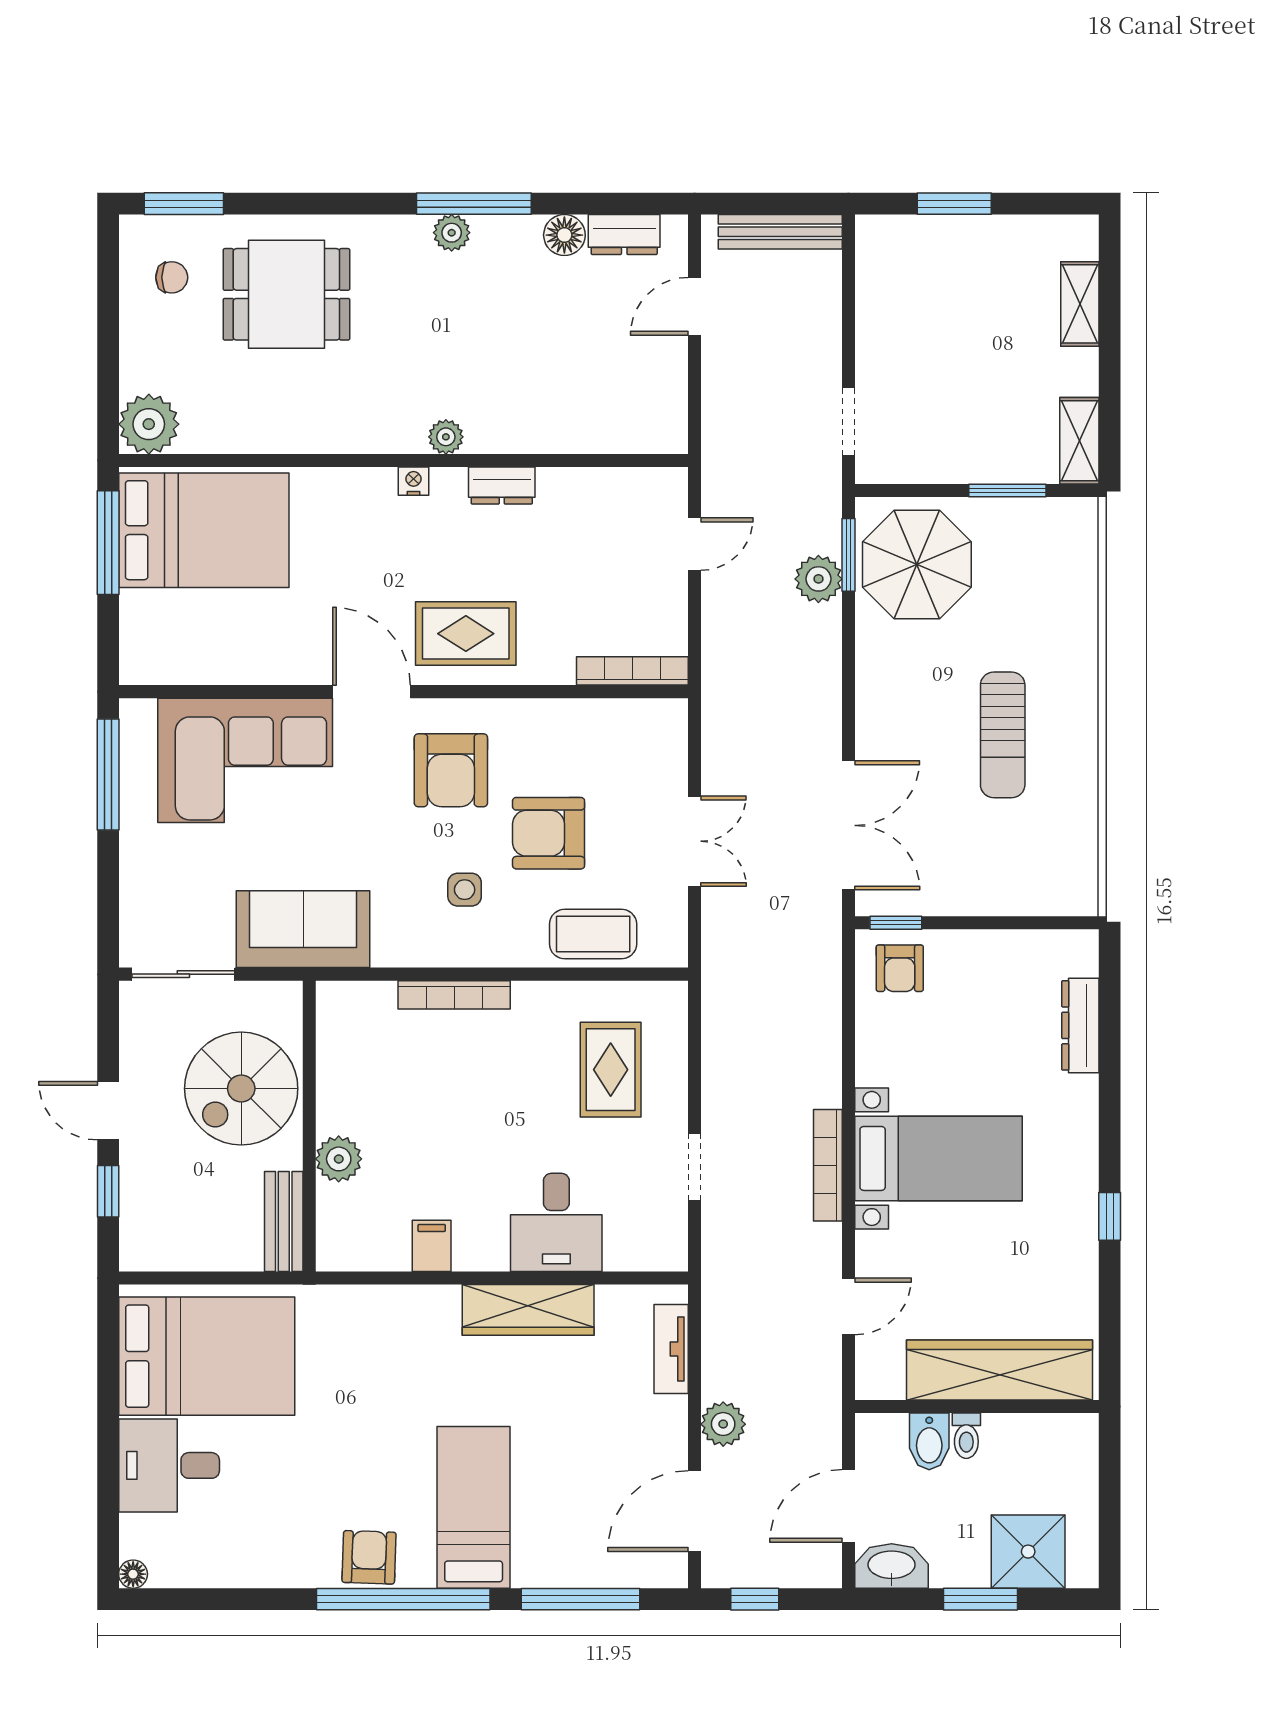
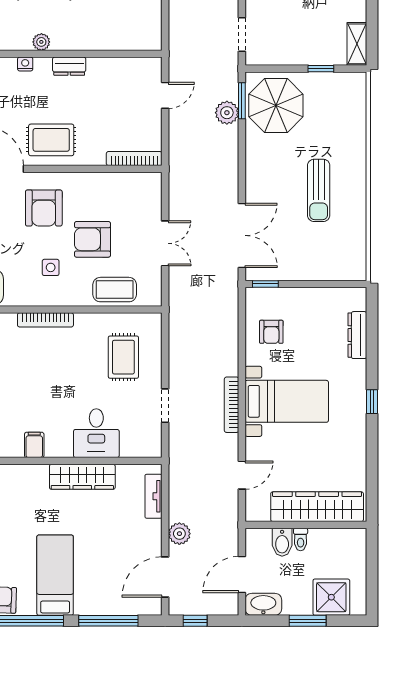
window: (1007, 490) -> (321, 69), width x0.67
armchair: (900, 968) -> (271, 332), moved
window: (1110, 1216) -> (372, 402), moved

